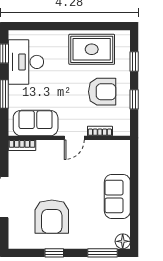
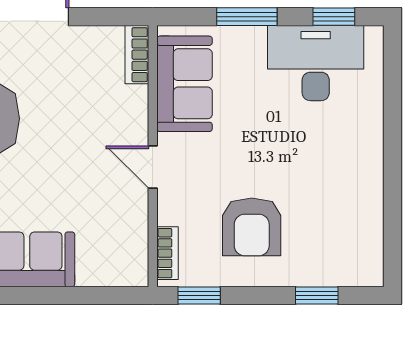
rug: (92, 49) -> (343, 204), removed
window: (134, 99) -> (199, 296), moved
bookcase: (100, 131) -> (167, 253), moved

